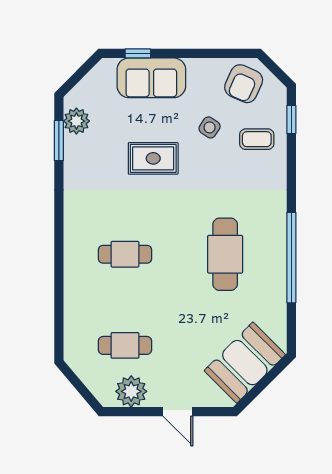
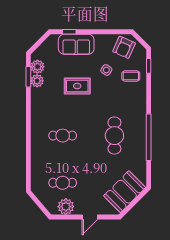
plant: (76, 148) -> (37, 81), added
door: (178, 412) -> (90, 217), hinge flipped

